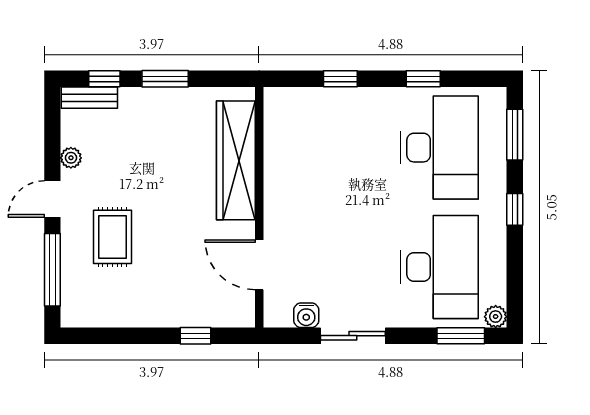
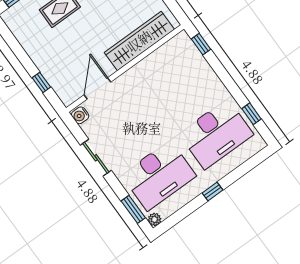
window: (340, 79) -> (201, 44), moved
window: (423, 79) -> (252, 114), moved
window: (515, 135) -> (248, 166), removed
water cooler: (306, 315) -> (80, 115), moved

